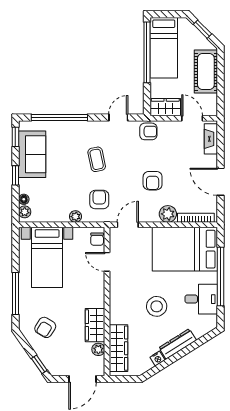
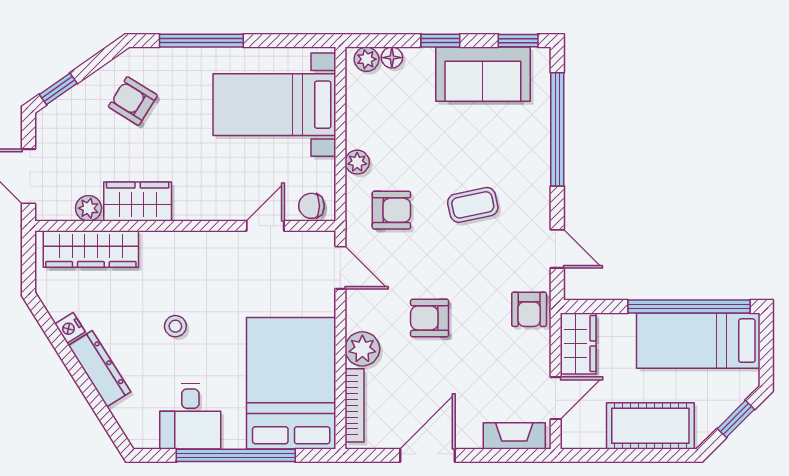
stool: (157, 306) -> (175, 326), width x0.53, depth x0.53

